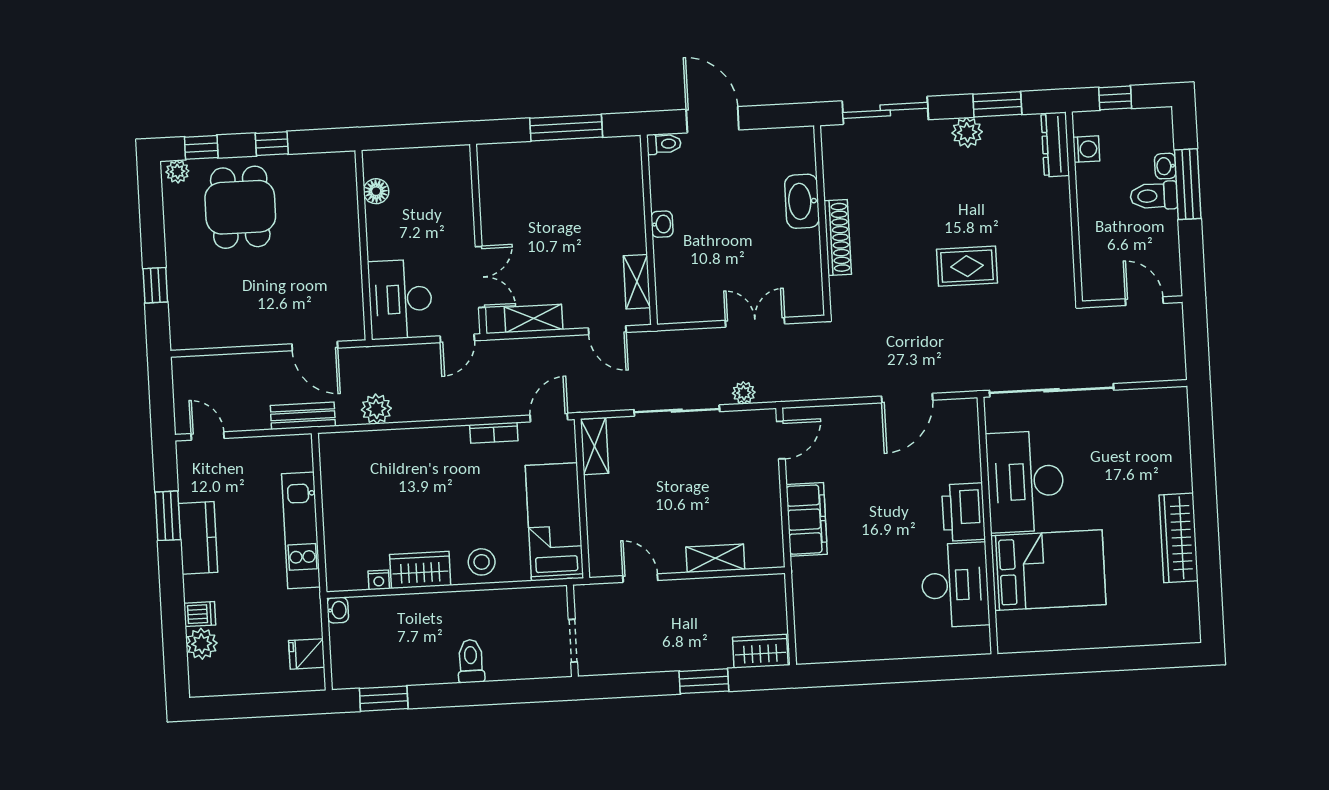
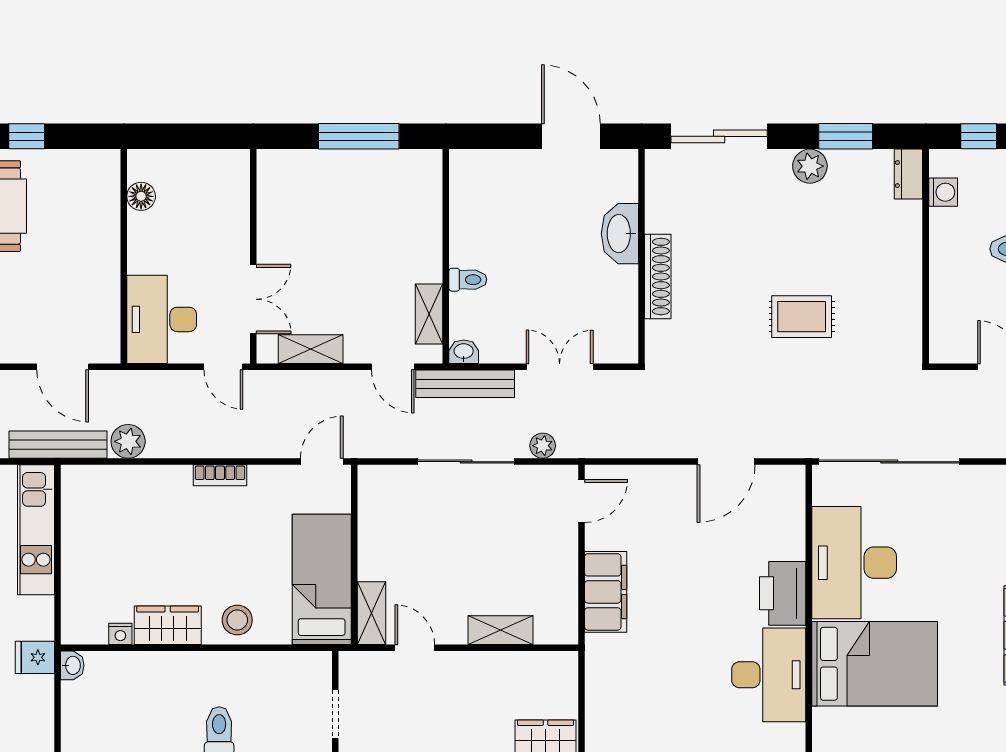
door: (713, 120) -> (571, 136), moved
toilet: (664, 144) -> (468, 280), moved
dresser: (1055, 144) -> (908, 174), width x0.70
washbasin: (662, 224) -> (464, 352), moved, turned -90
door: (457, 338) -> (223, 367), hinge flipped
bench: (672, 342) -> (465, 384), added
bench: (303, 416) -> (58, 445), width x1.36
bookcase: (494, 433) -> (220, 475), moved
shelving: (595, 446) -> (372, 613), moved
kitchen unit: (301, 530) -> (36, 530), moved
fridge: (307, 654) -> (35, 657), moved

